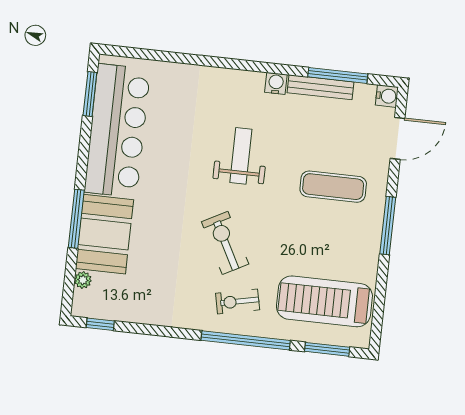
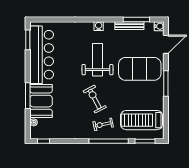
water cooler: (276, 83) -> (99, 26), moved
weight bench: (241, 156) -> (97, 60), width x1.36, depth x1.33
exercise mat: (333, 187) -> (140, 69), width x2.00, depth x1.45

